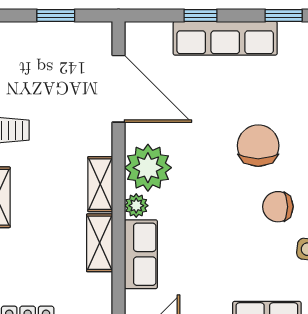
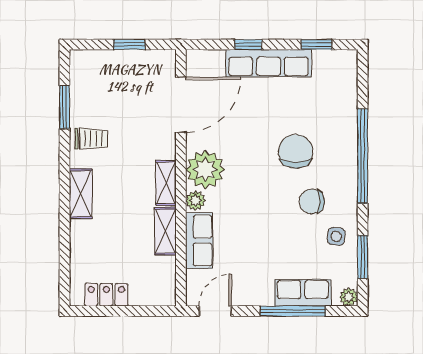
door: (118, 89) -> (181, 105), hinge flipped

